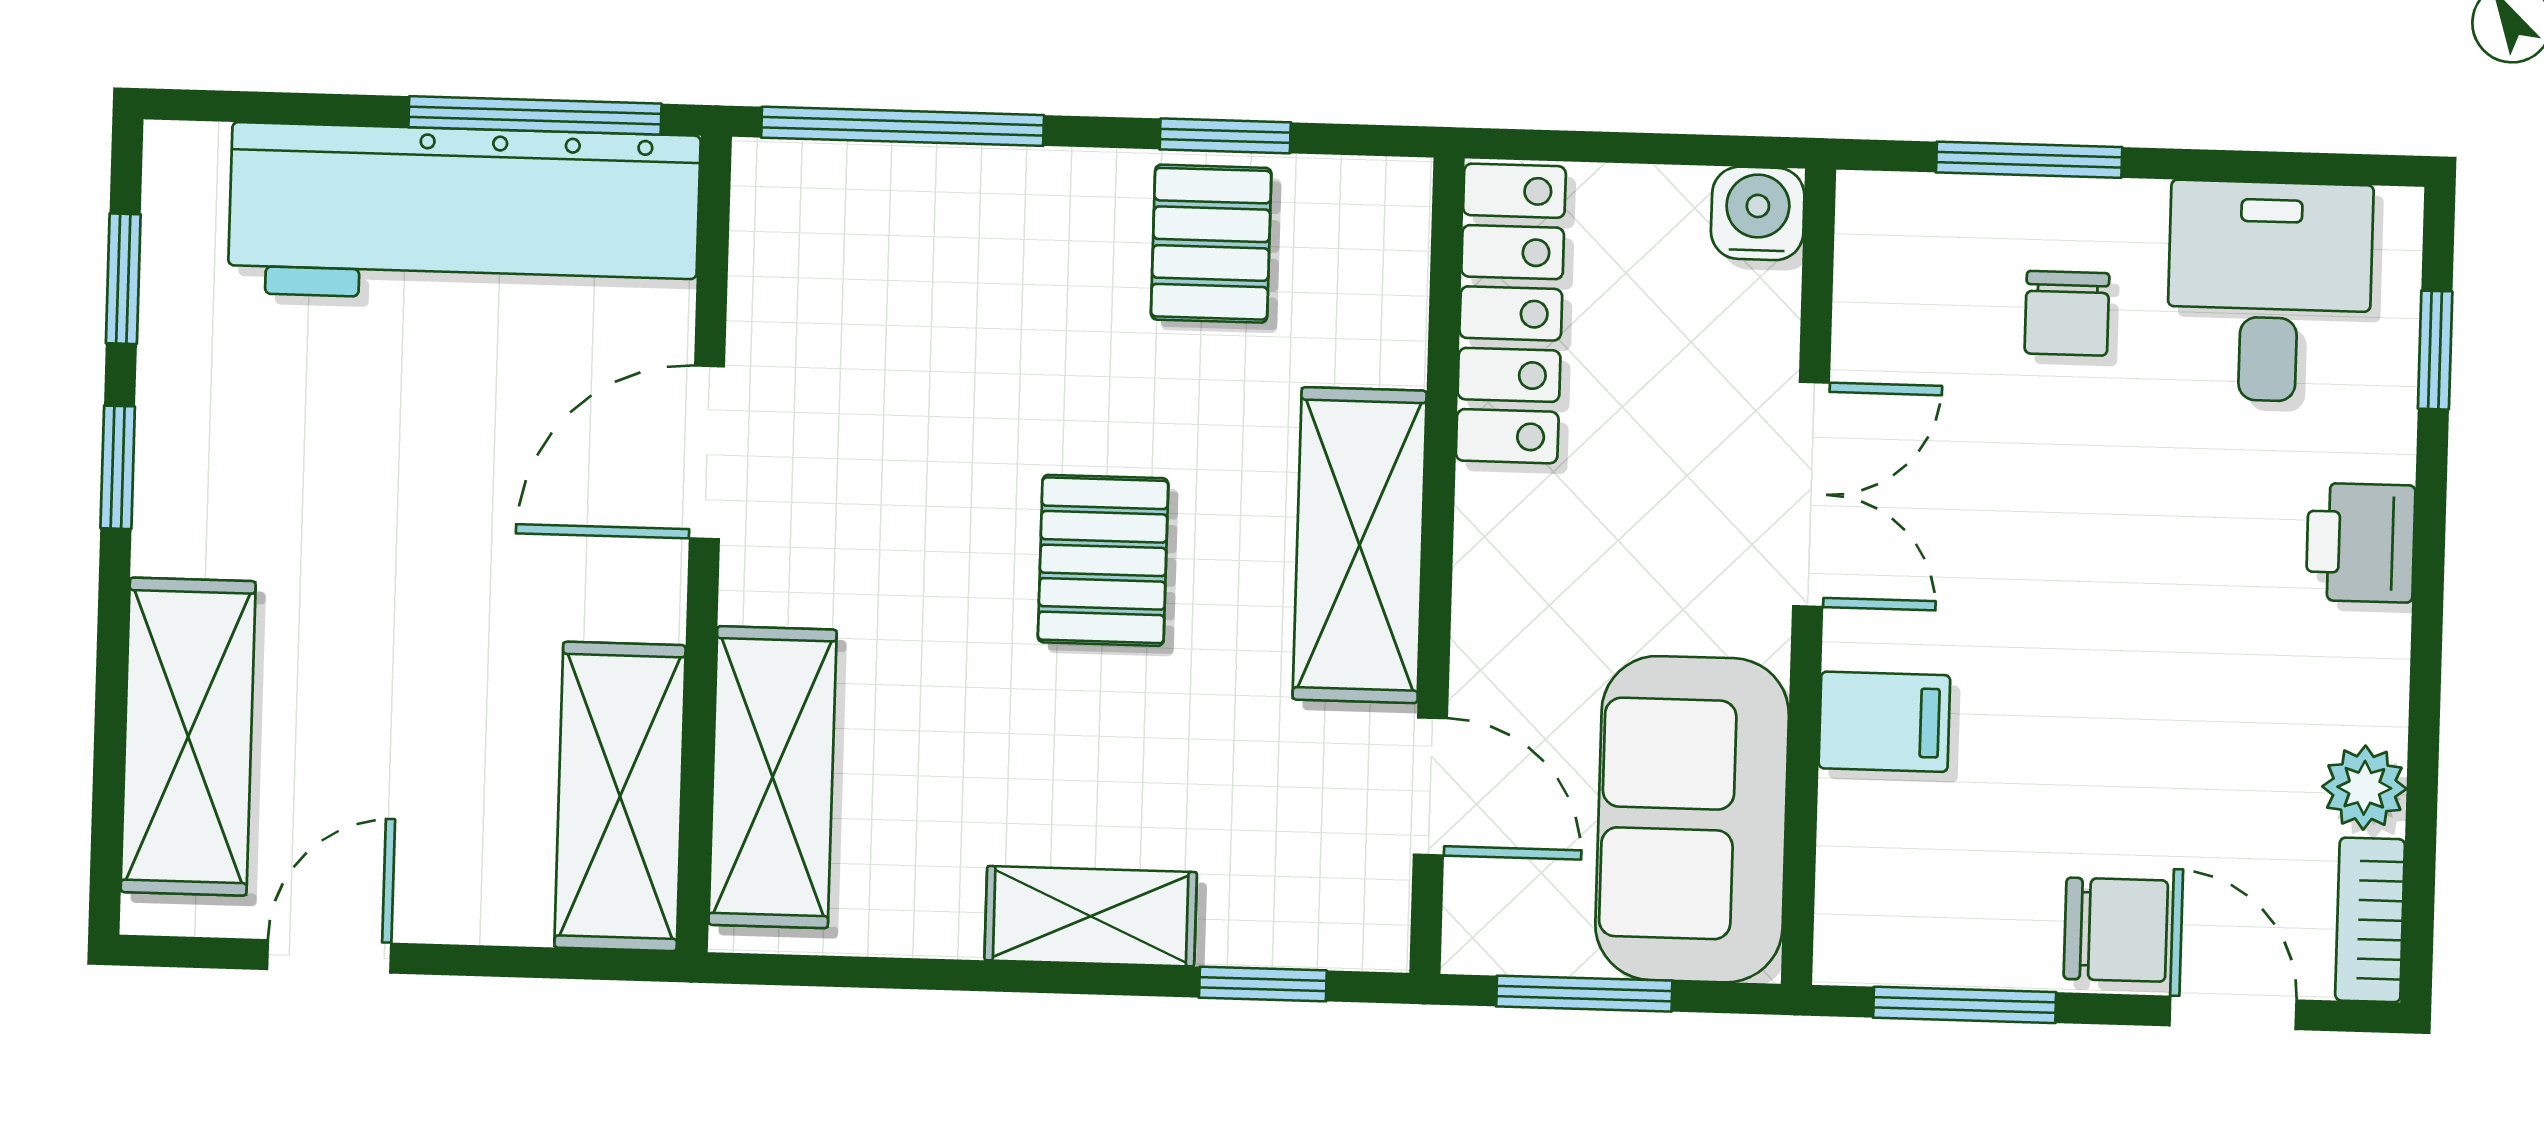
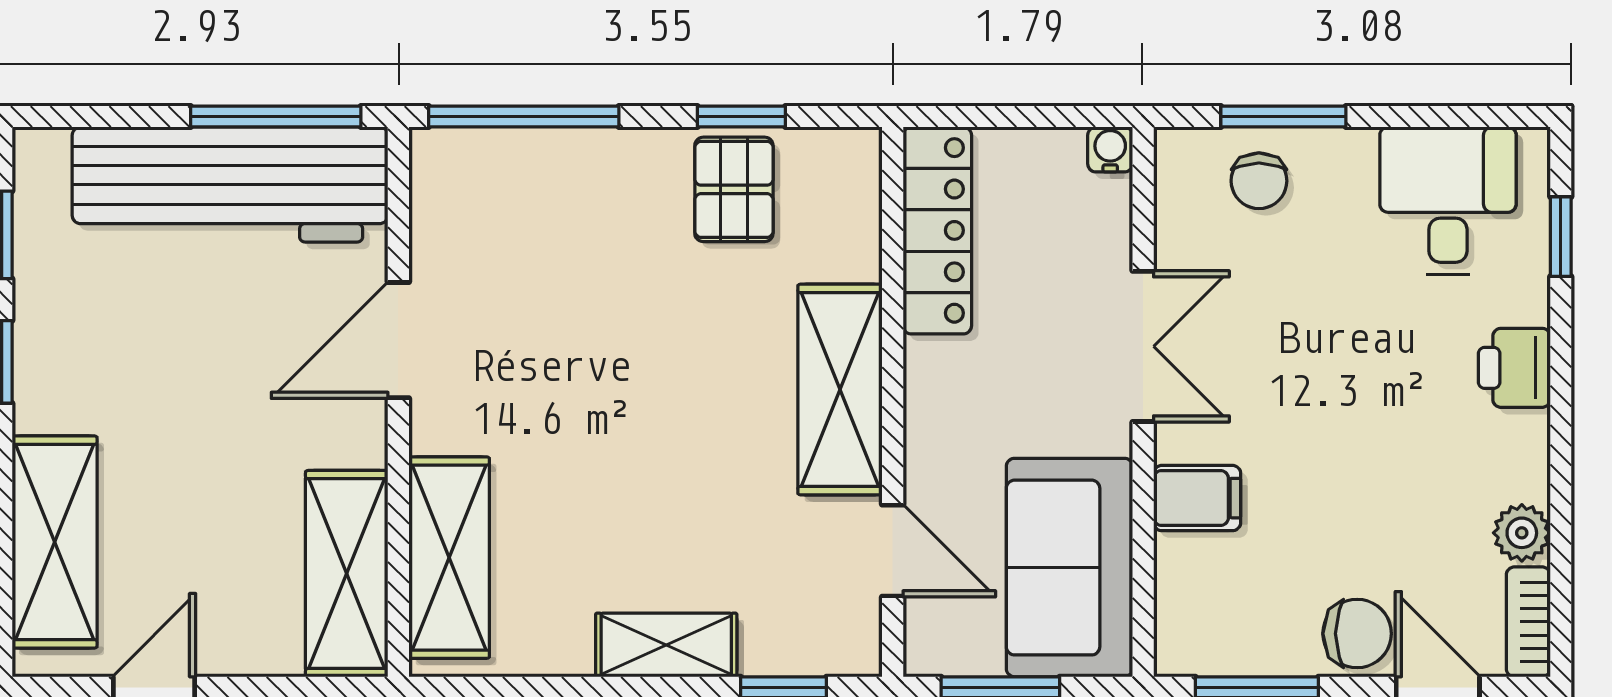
water cooler: (1758, 213) -> (1110, 149), width x0.72, depth x0.72
chair: (2067, 313) -> (1259, 181), moved
pallet: (1103, 560) -> (667, 405), removed

